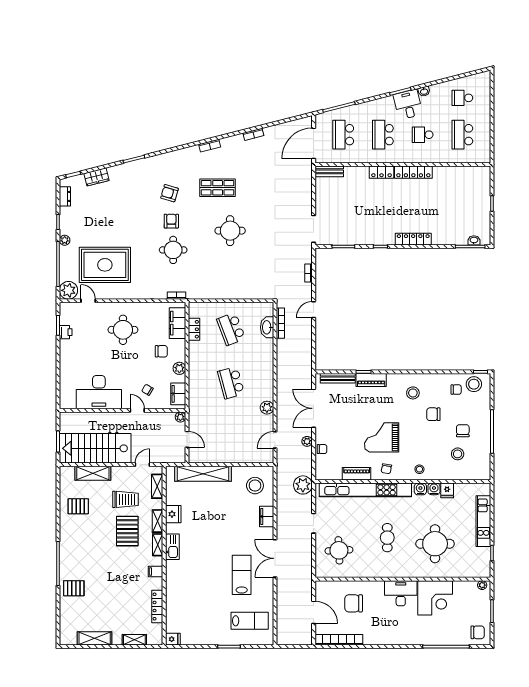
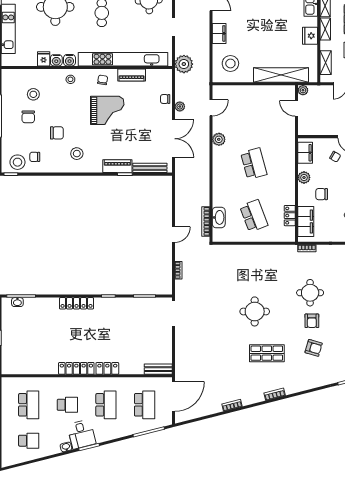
plant: (180, 417) -> (303, 90), moved

